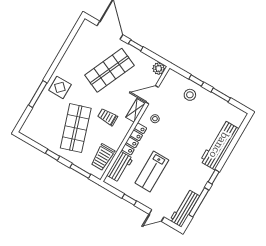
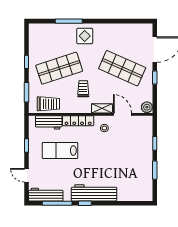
stool: (190, 95) -> (140, 145), removed
workbench: (219, 145) -> (94, 193), moved
trolley: (103, 157) -> (48, 104), turned 180

